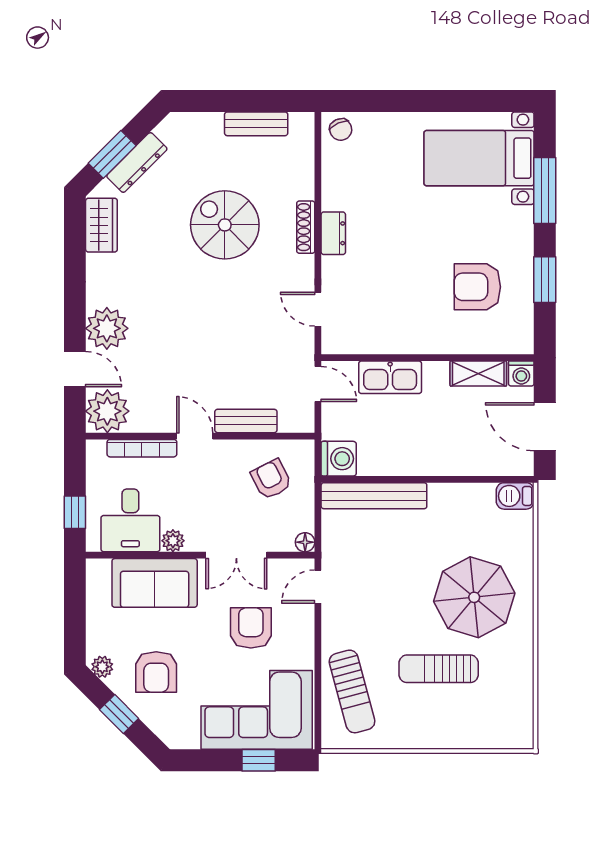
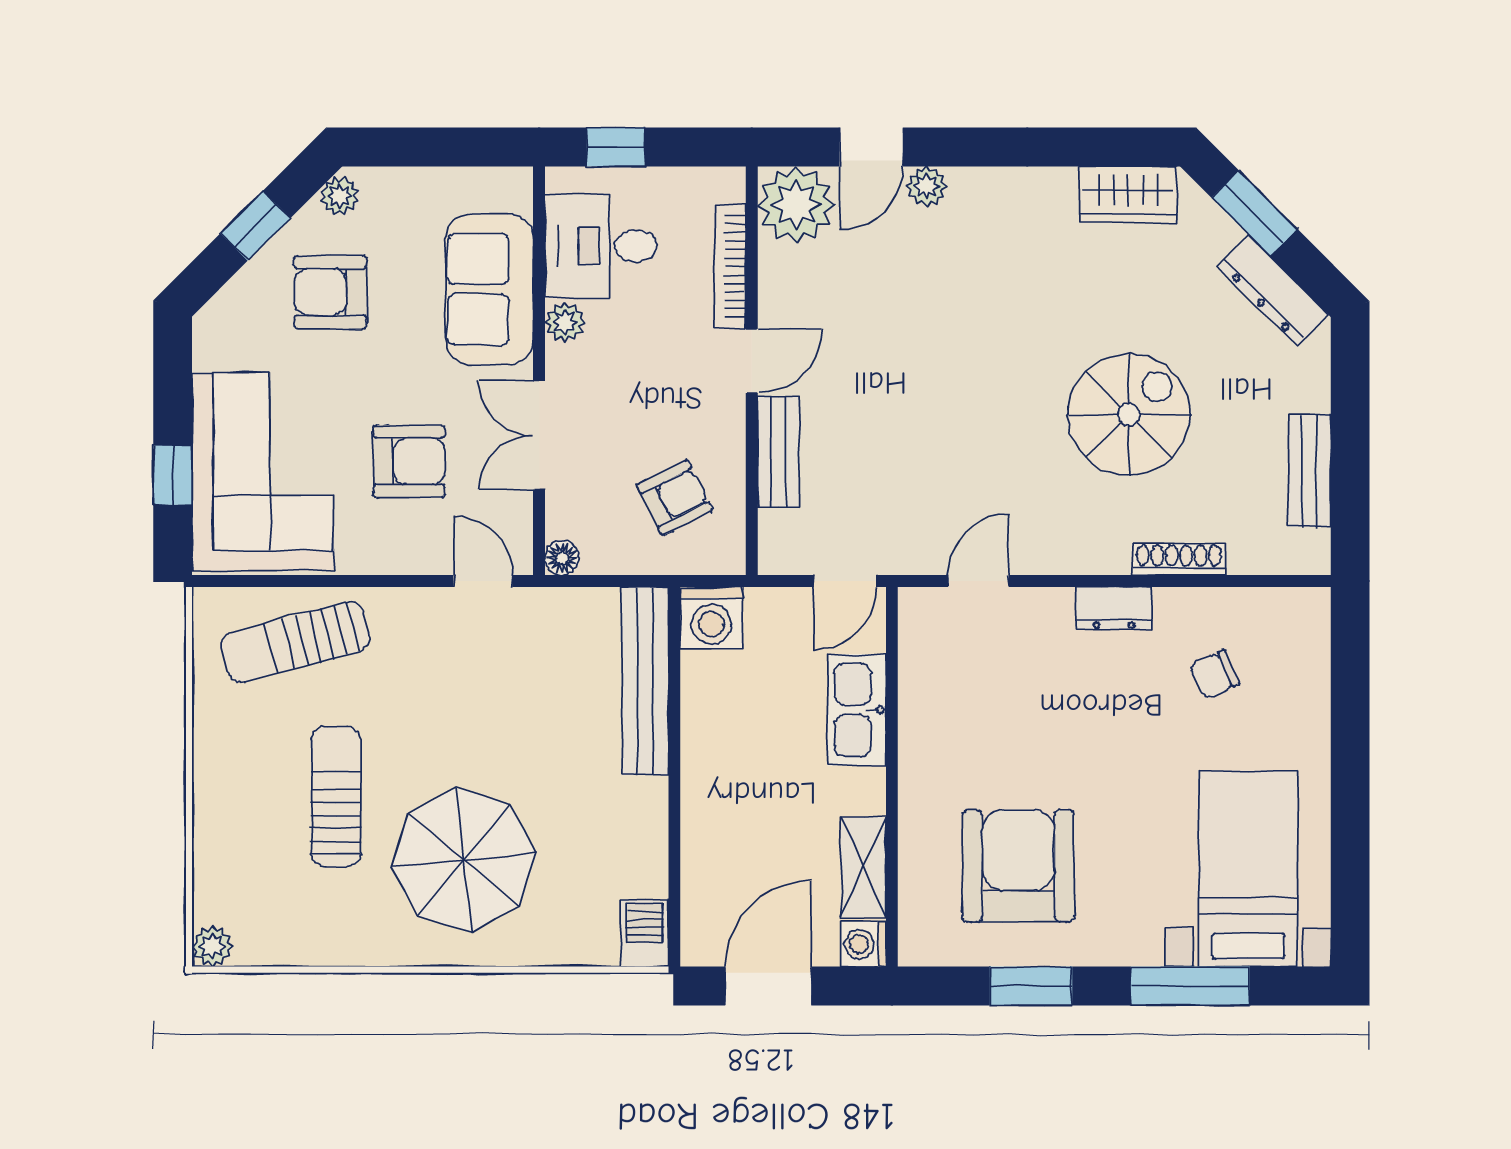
chair: (341, 130) -> (1215, 675), moved
dresser: (137, 163) -> (1273, 290), moved
shoe rack: (306, 227) -> (1179, 559), moved
armchair: (477, 287) -> (1018, 866), width x1.36, depth x1.36
plant: (107, 328) -> (926, 186), width x0.53, depth x0.53
plant: (523, 738) -> (212, 946), added

